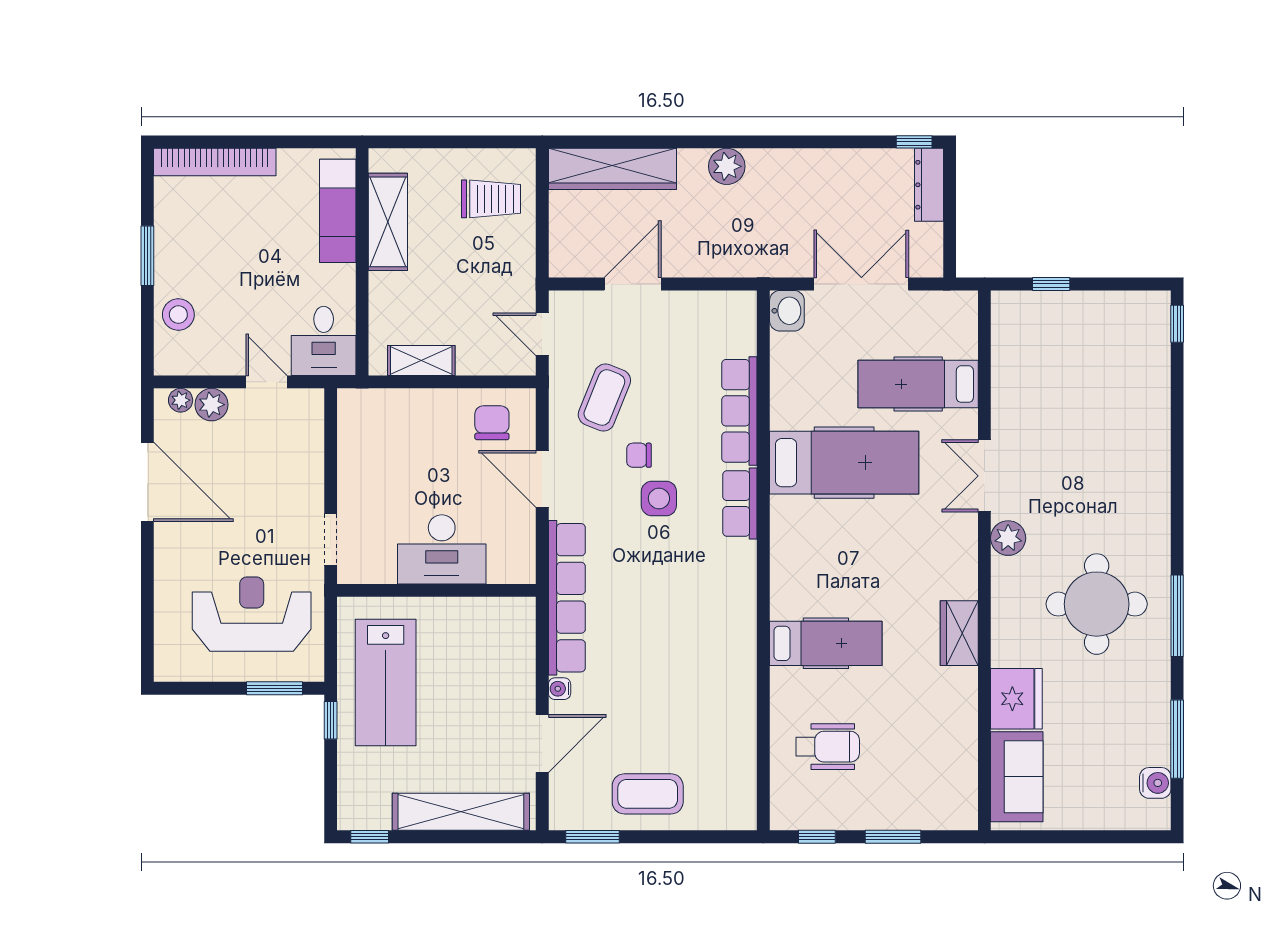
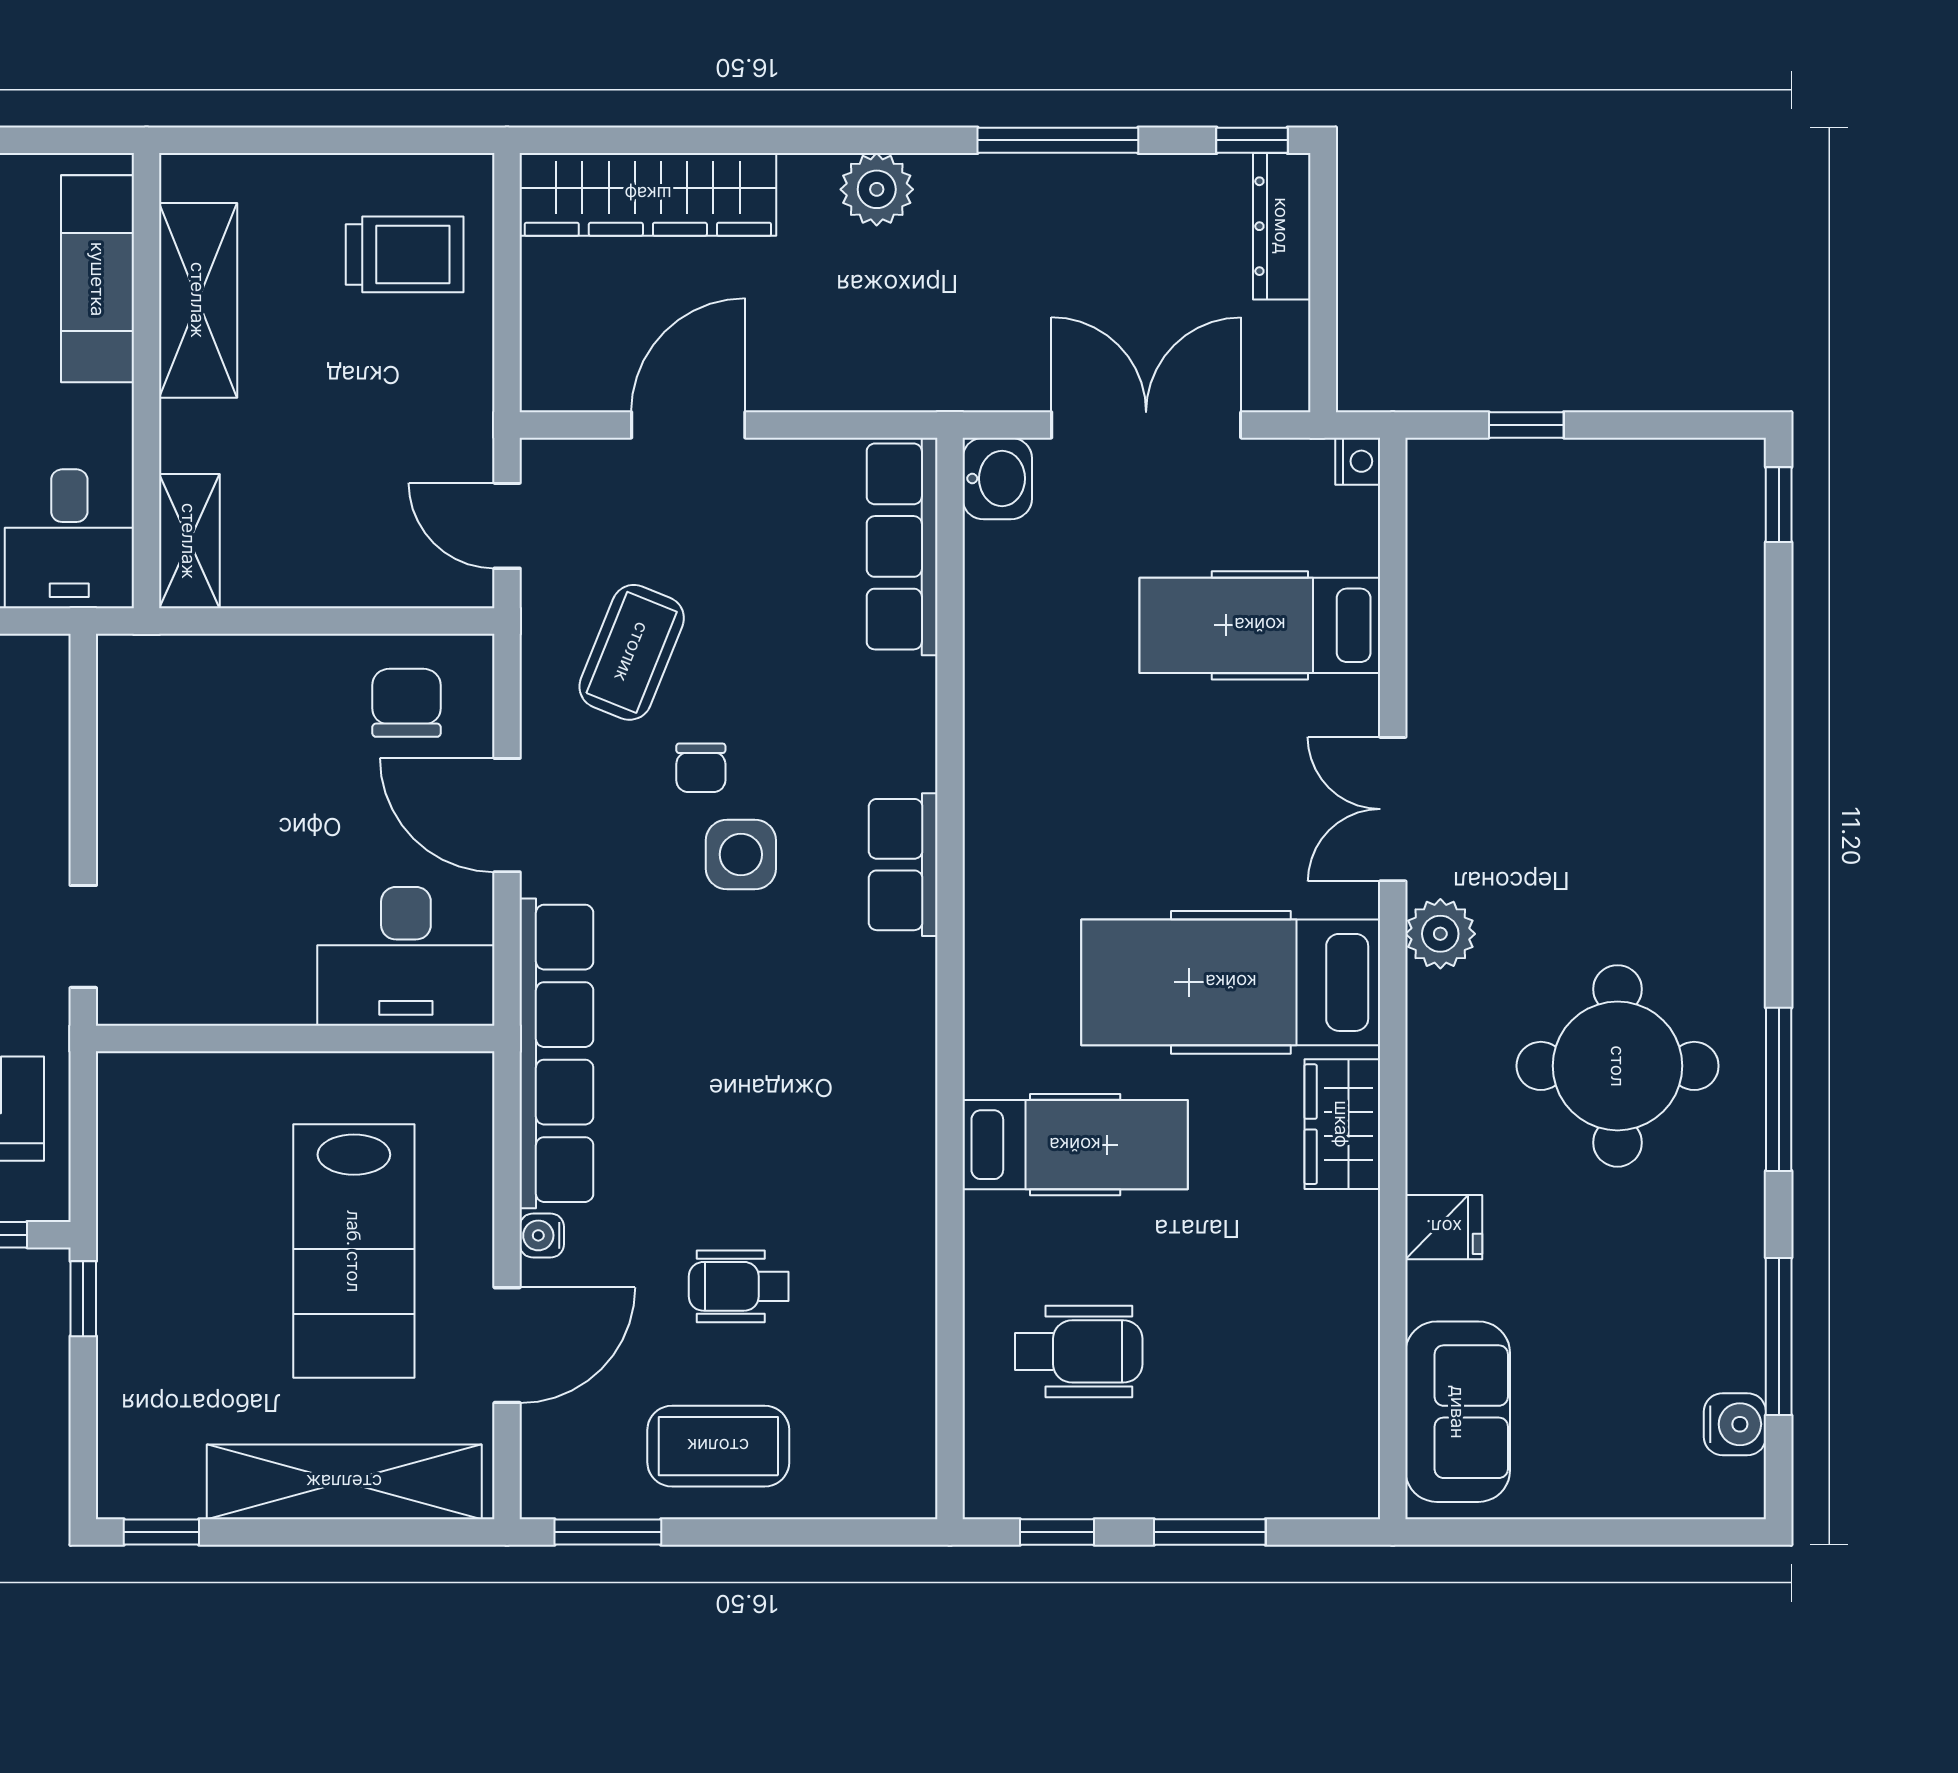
window: (817, 142) -> (1058, 140), added
nightstand: (967, 302) -> (1358, 461), added
shelving: (421, 360) -> (189, 541), moved, turned 90
row of seats: (739, 411) -> (902, 546), moved
chair: (639, 455) -> (701, 768), turned -90
hospital bed: (844, 463) -> (1231, 982), moved, turned 180
desk: (442, 549) -> (406, 956), moved
lab bench: (386, 682) -> (354, 1251), moved
fridge: (1016, 699) -> (1444, 1227), width x0.53, depth x0.75
wheelchair: (658, 714) -> (739, 1286), added

